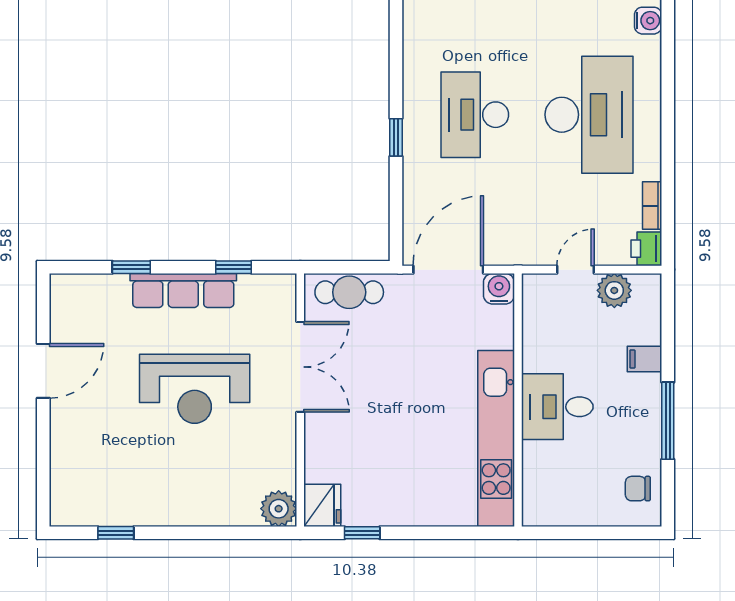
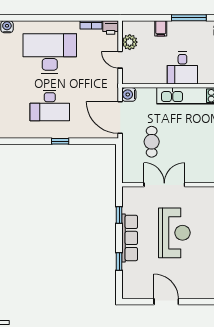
cafe table: (349, 292) -> (152, 142), moved

